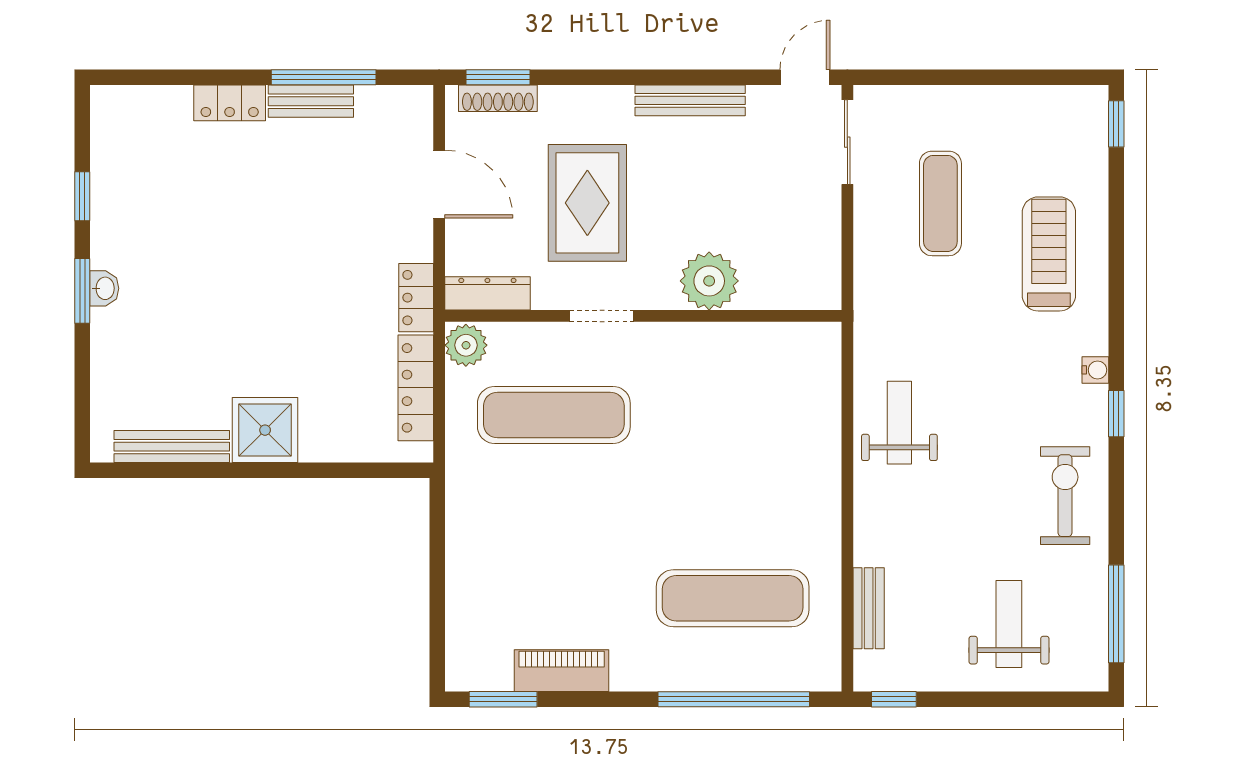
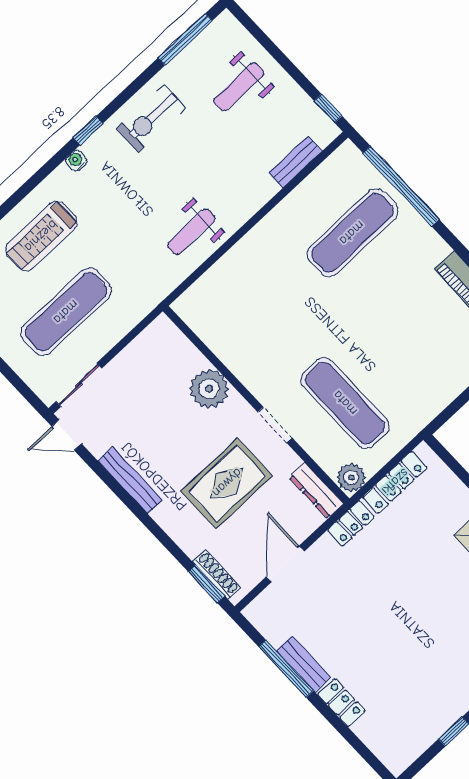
exercise mat: (940, 203) -> (66, 312), width x1.36, depth x1.45
exercise mat: (733, 598) -> (352, 233), turned 90

